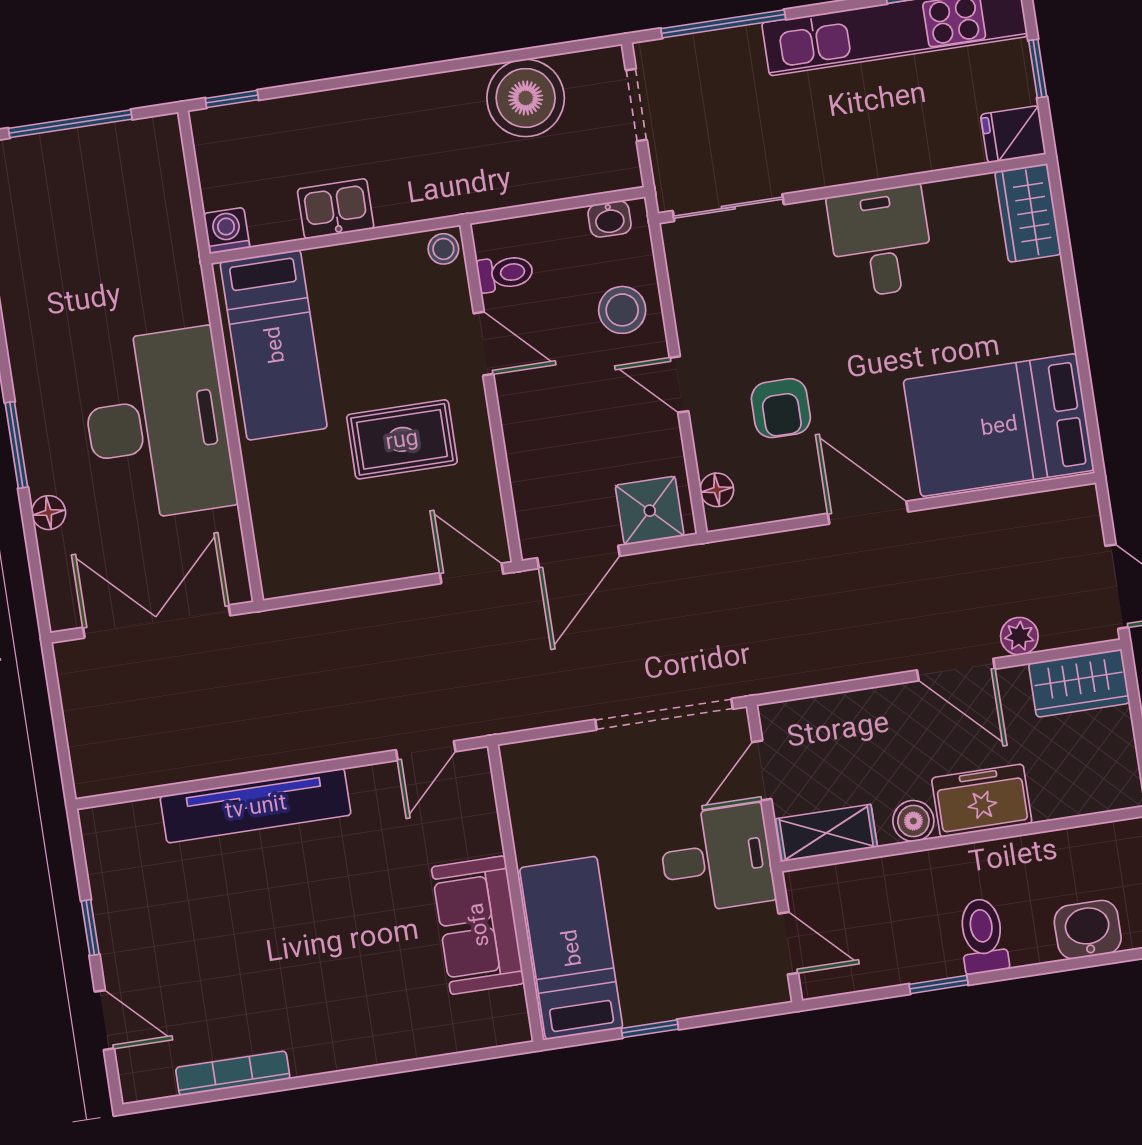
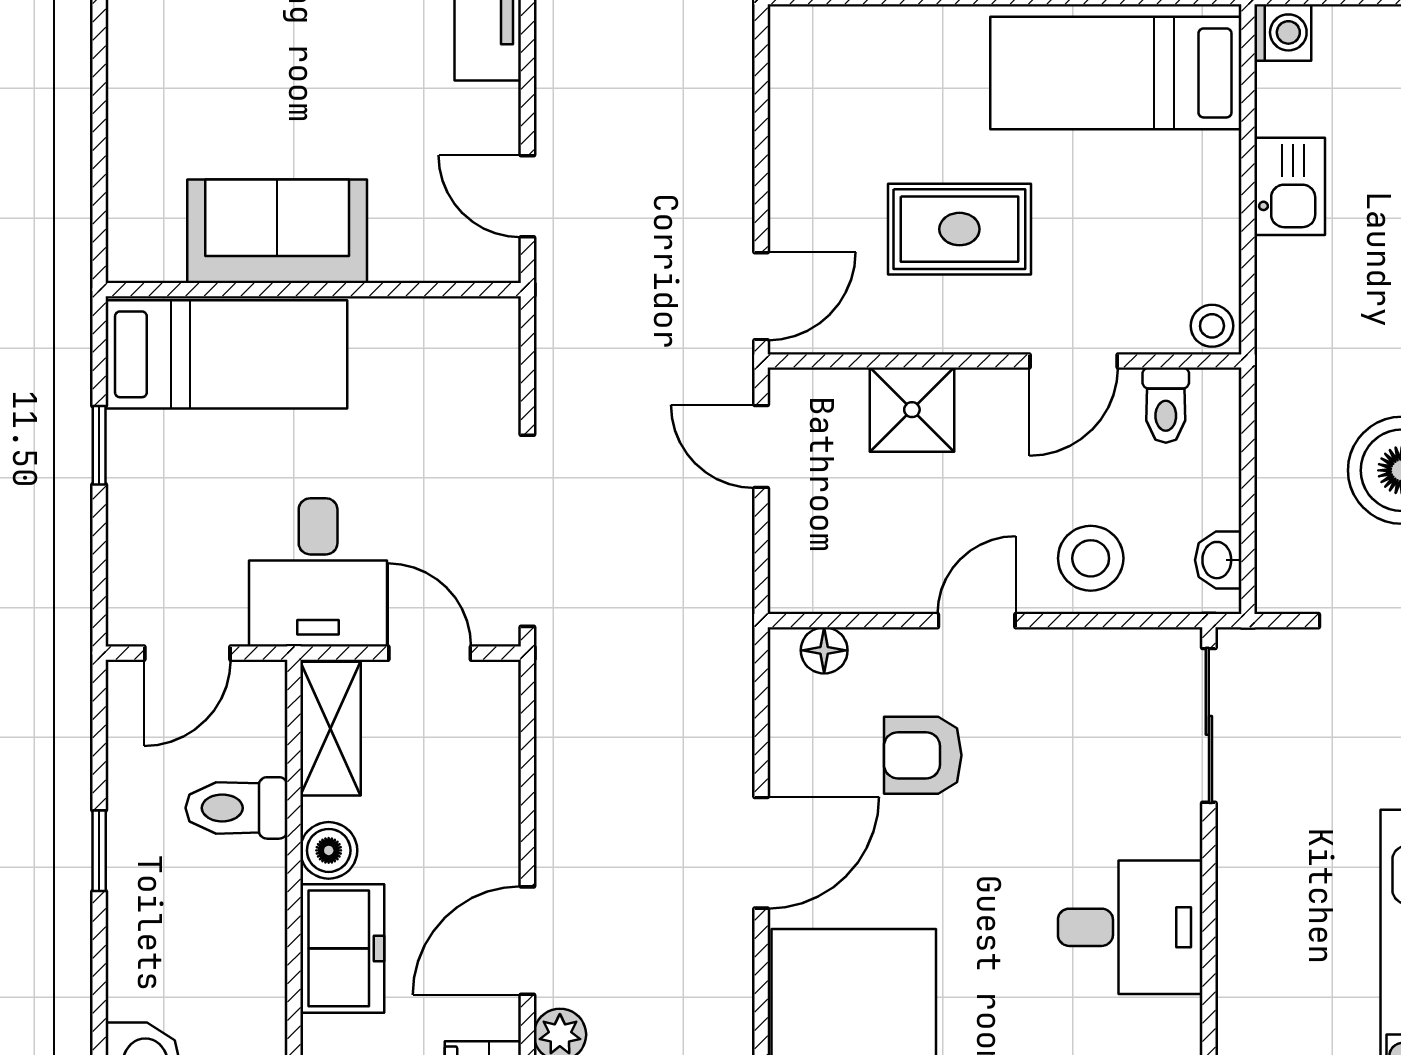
rug: (402, 439) -> (959, 229), turned 90
shower: (650, 511) -> (912, 410), moved
door: (579, 557) -> (761, 447), width x0.73
toilet: (983, 936) -> (236, 808), moved, turned 180

